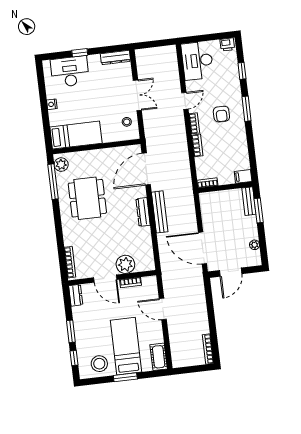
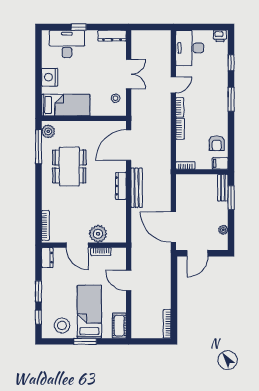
nightstand: (52, 104) -> (50, 77), width x1.89, depth x1.79
armchair: (221, 114) -> (217, 143), moved

